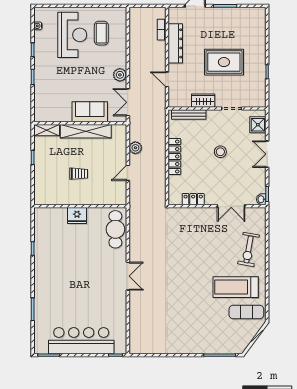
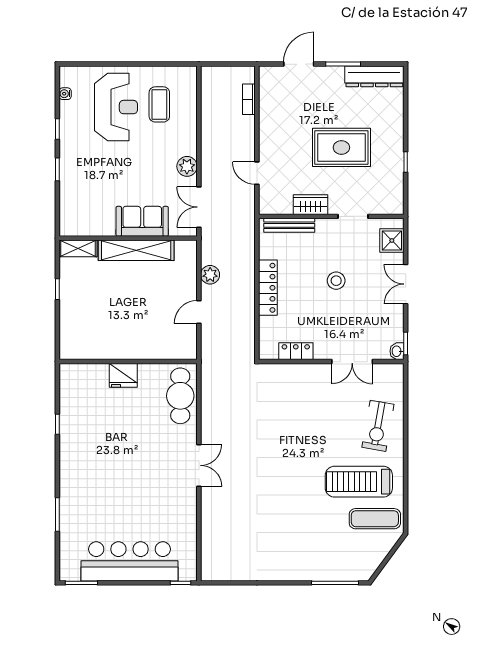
dresser: (175, 43) -> (374, 76), moved, turned 90
trolley: (79, 174) -> (126, 313), removed

